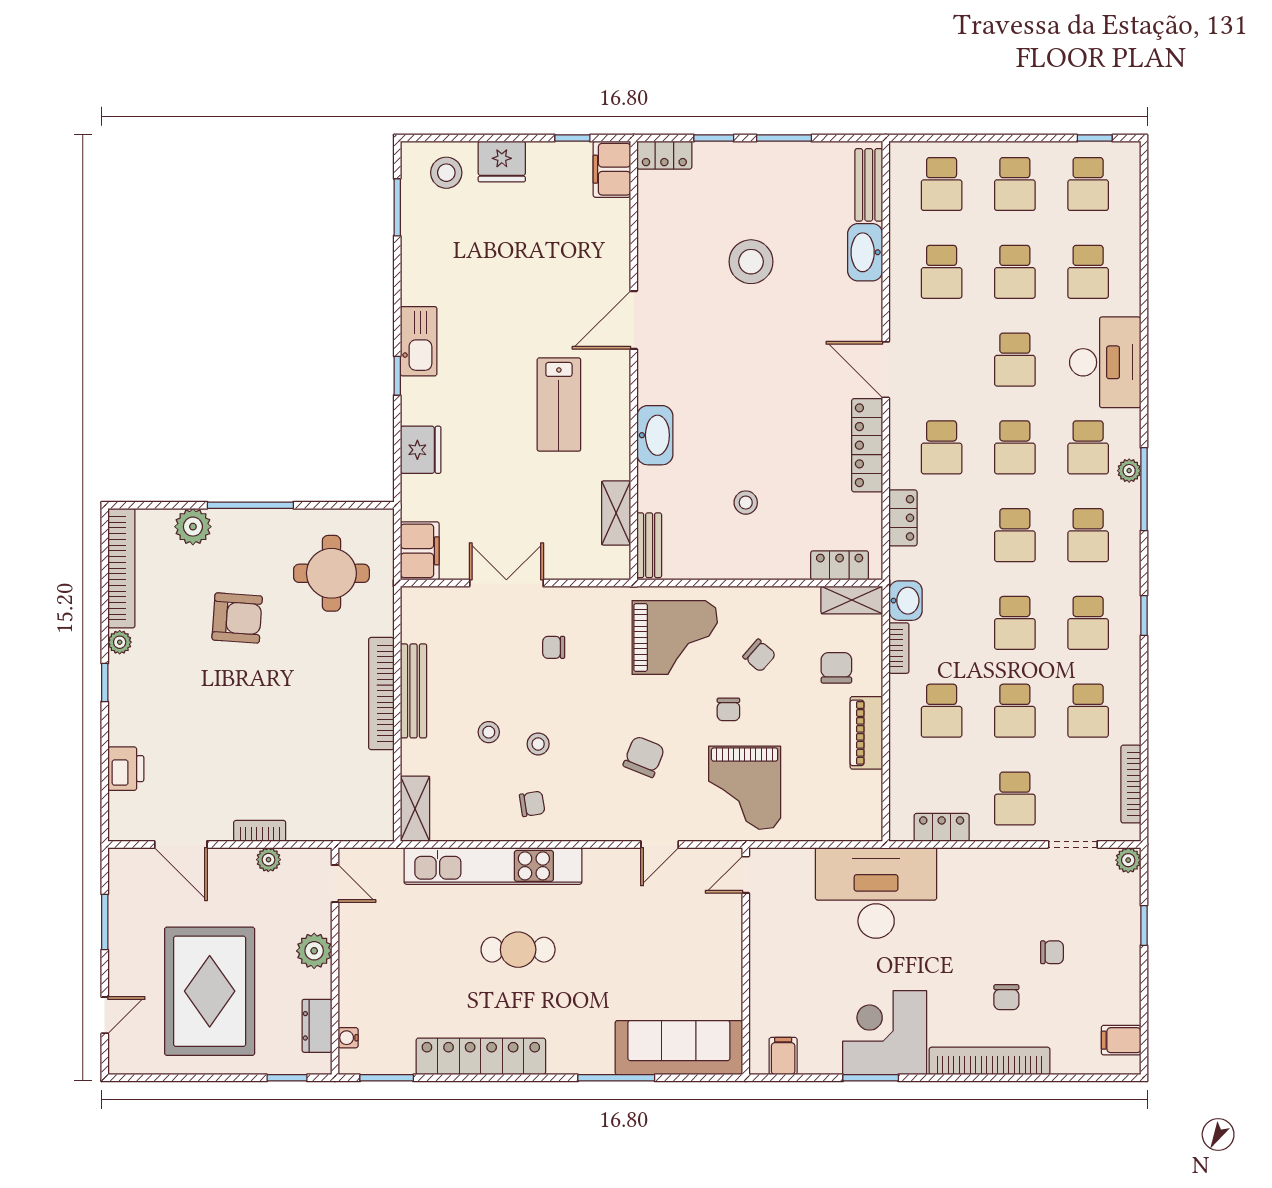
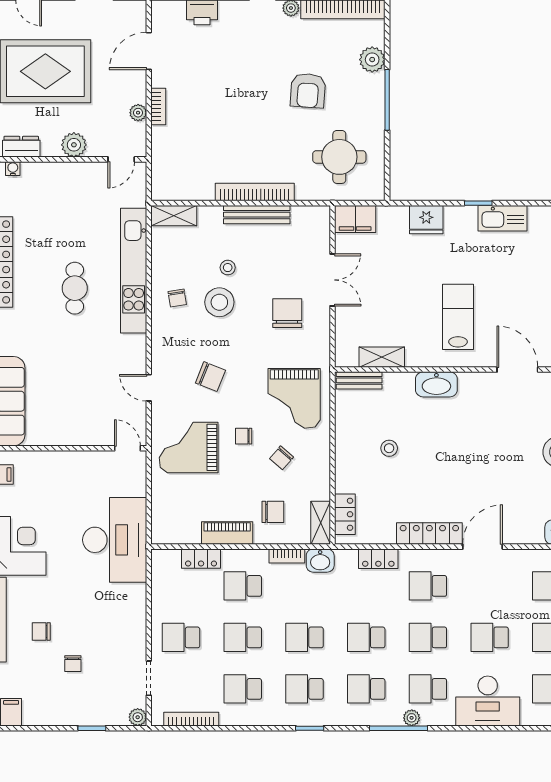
lab bench: (559, 405) -> (458, 317), turned 90
chair: (554, 647) -> (287, 313), width x1.87, depth x1.87
stool: (538, 744) -> (219, 302), width x1.89, depth x1.89
locker: (942, 827) -> (201, 559), moved, turned 90

